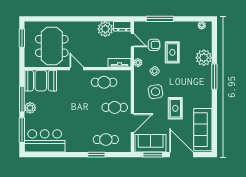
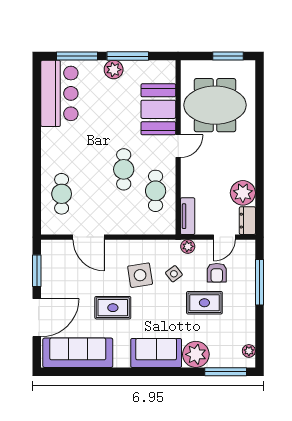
window: (214, 77) -> (226, 372), moved
booth: (41, 81) -> (158, 109), moved
cafe table: (115, 107) -> (124, 169), moved
sofa: (151, 143) -> (156, 353), moved, turned -90
window: (96, 155) -> (37, 178), removed

